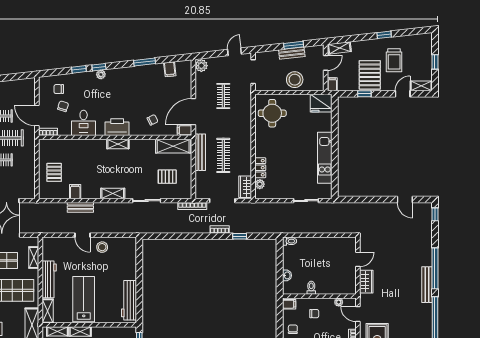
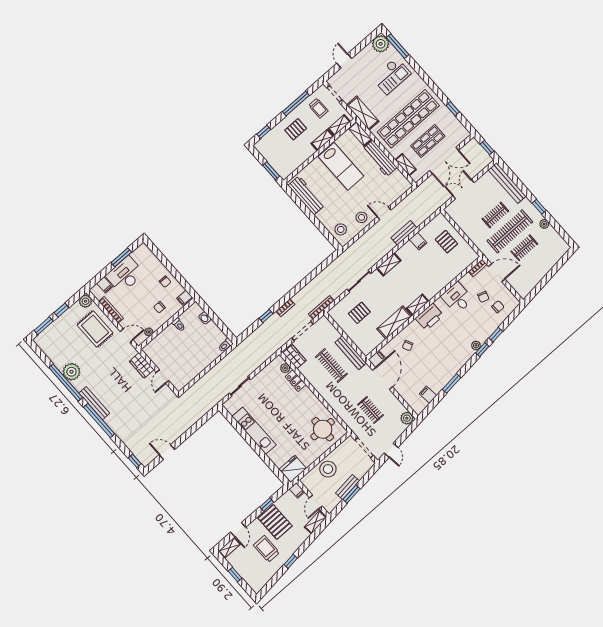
shelving: (173, 146) -> (394, 323), moved
stool: (126, 252) -> (341, 229), added
plant: (423, 324) -> (71, 372), added

